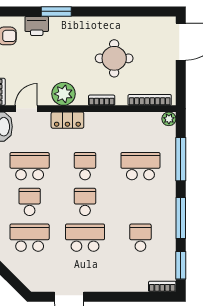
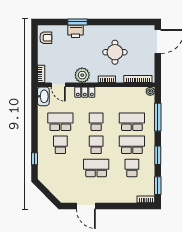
printer: (37, 26) -> (76, 31), moved
door: (26, 109) -> (58, 85), swing flipped
window: (181, 218) -> (158, 155), width x0.69
school desk: (30, 238) -> (132, 145), moved

